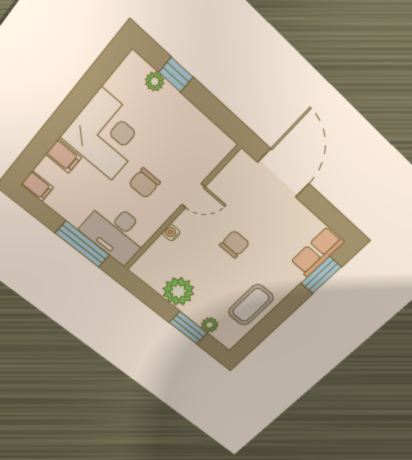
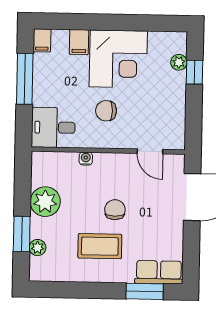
door: (193, 196) -> (150, 151), moved
desk: (116, 232) -> (53, 127), width x0.73
window: (82, 244) -> (25, 79), moved
chair: (235, 244) -> (115, 210), turned -90
coffee table: (251, 305) -> (100, 246), moved

